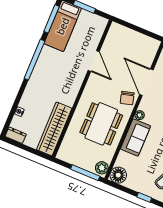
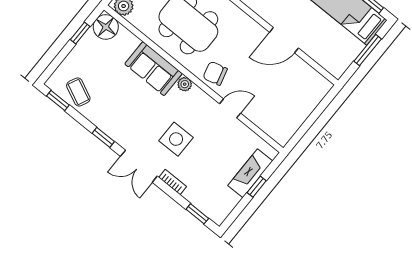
door: (146, 82) -> (230, 108), width x0.53
window: (144, 197) -> (80, 33), moved

